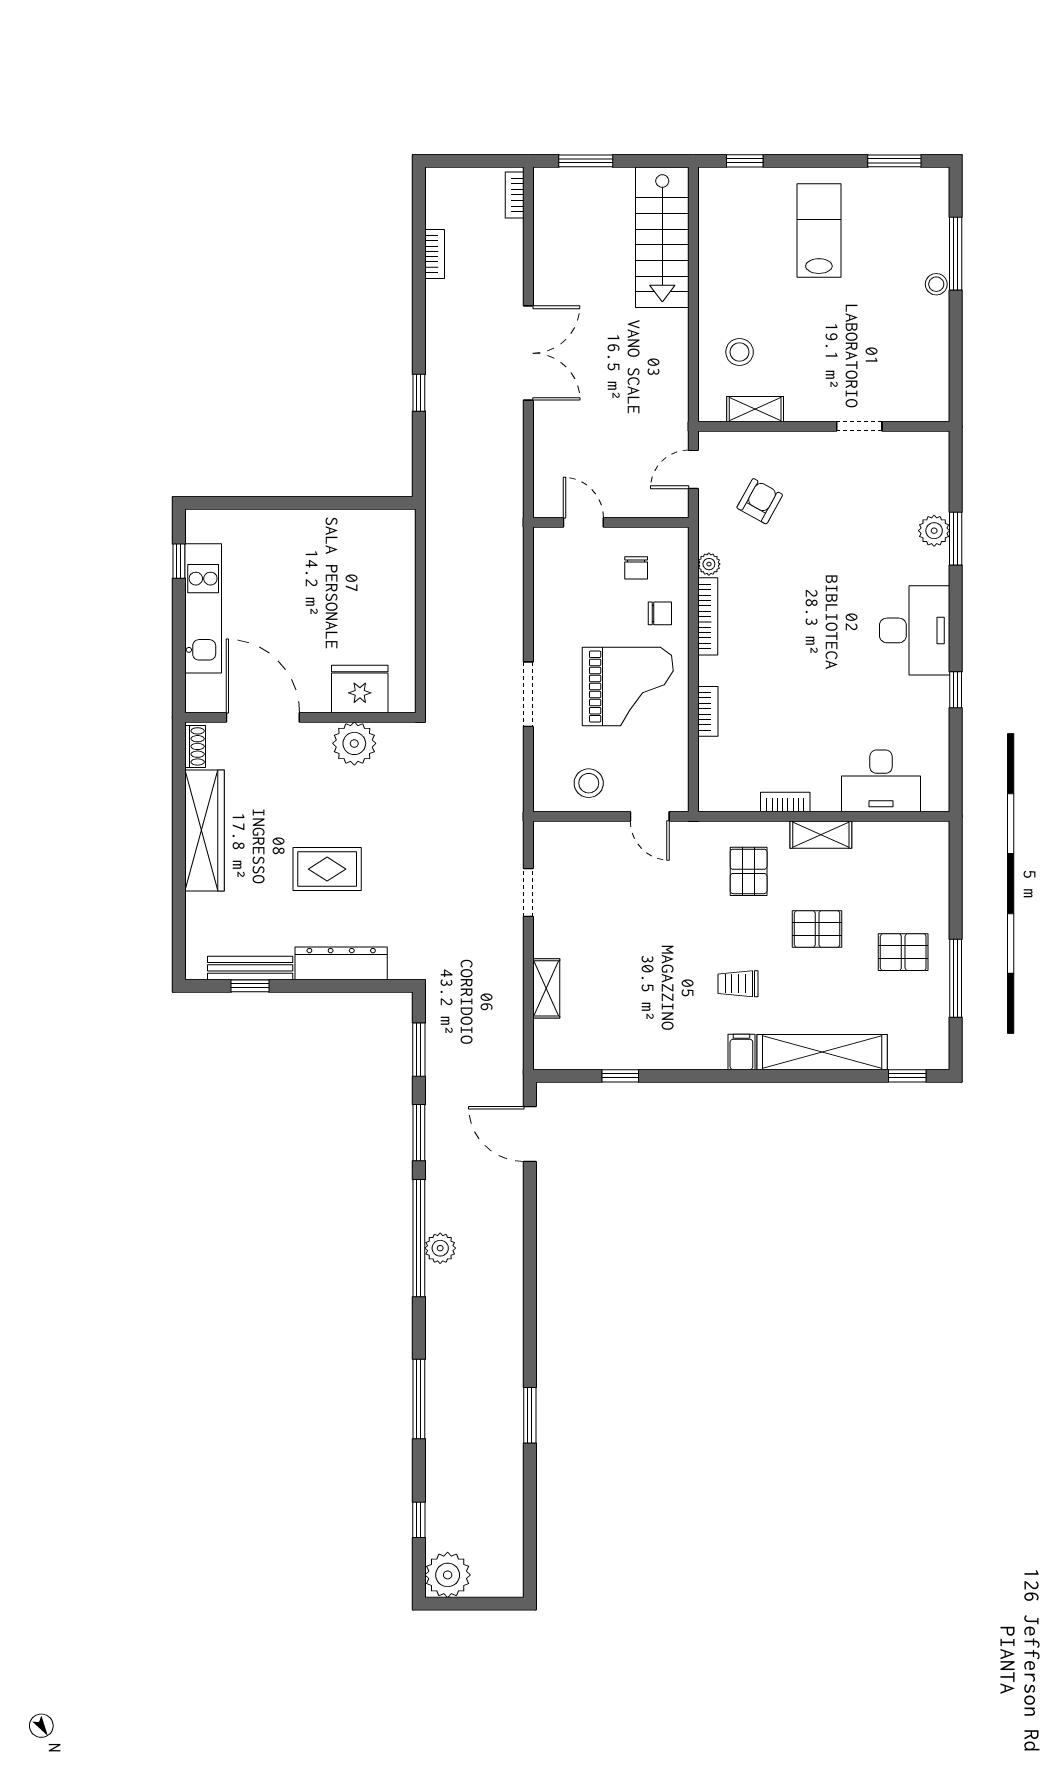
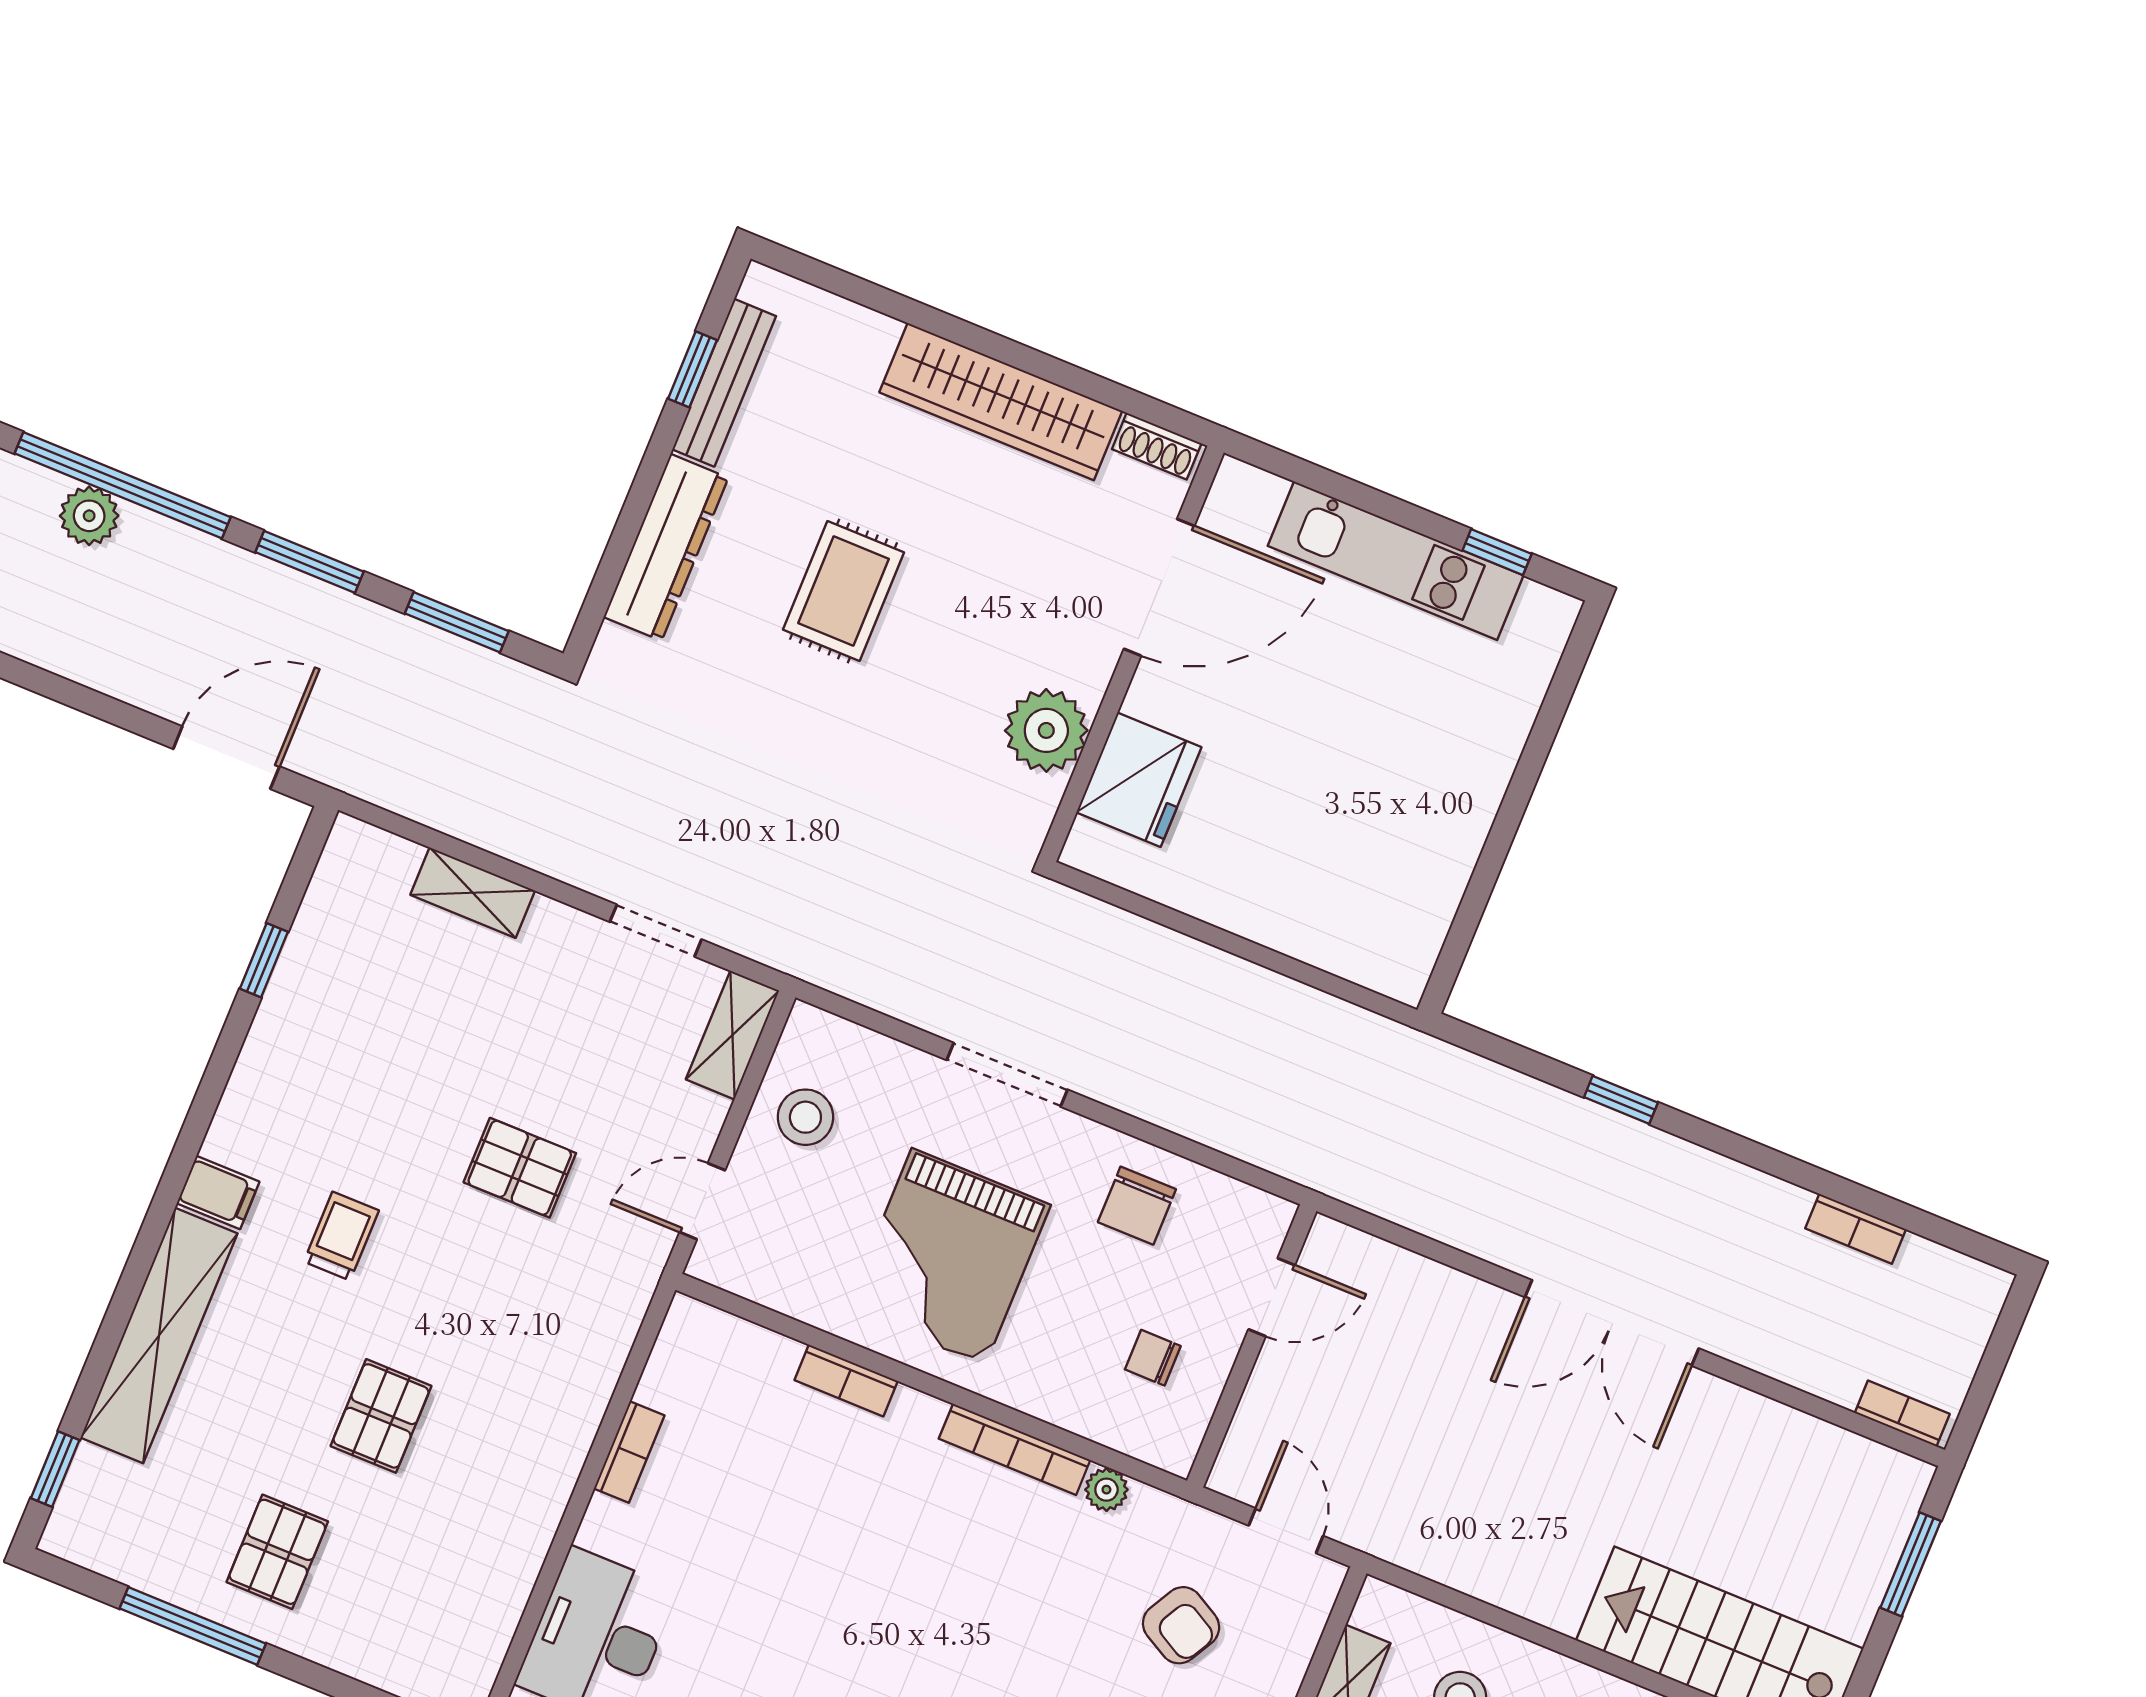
chair: (660, 613) -> (1137, 1206), moved, width x1.37, depth x1.37
shelving: (821, 835) -> (733, 1035), moved
pallet: (749, 871) -> (520, 1168), moved

